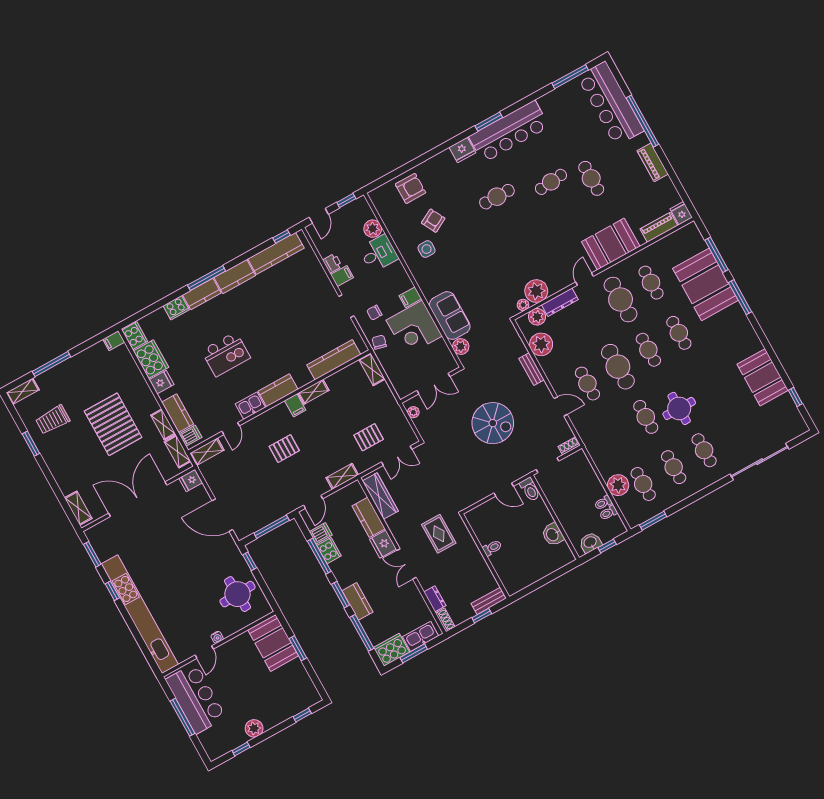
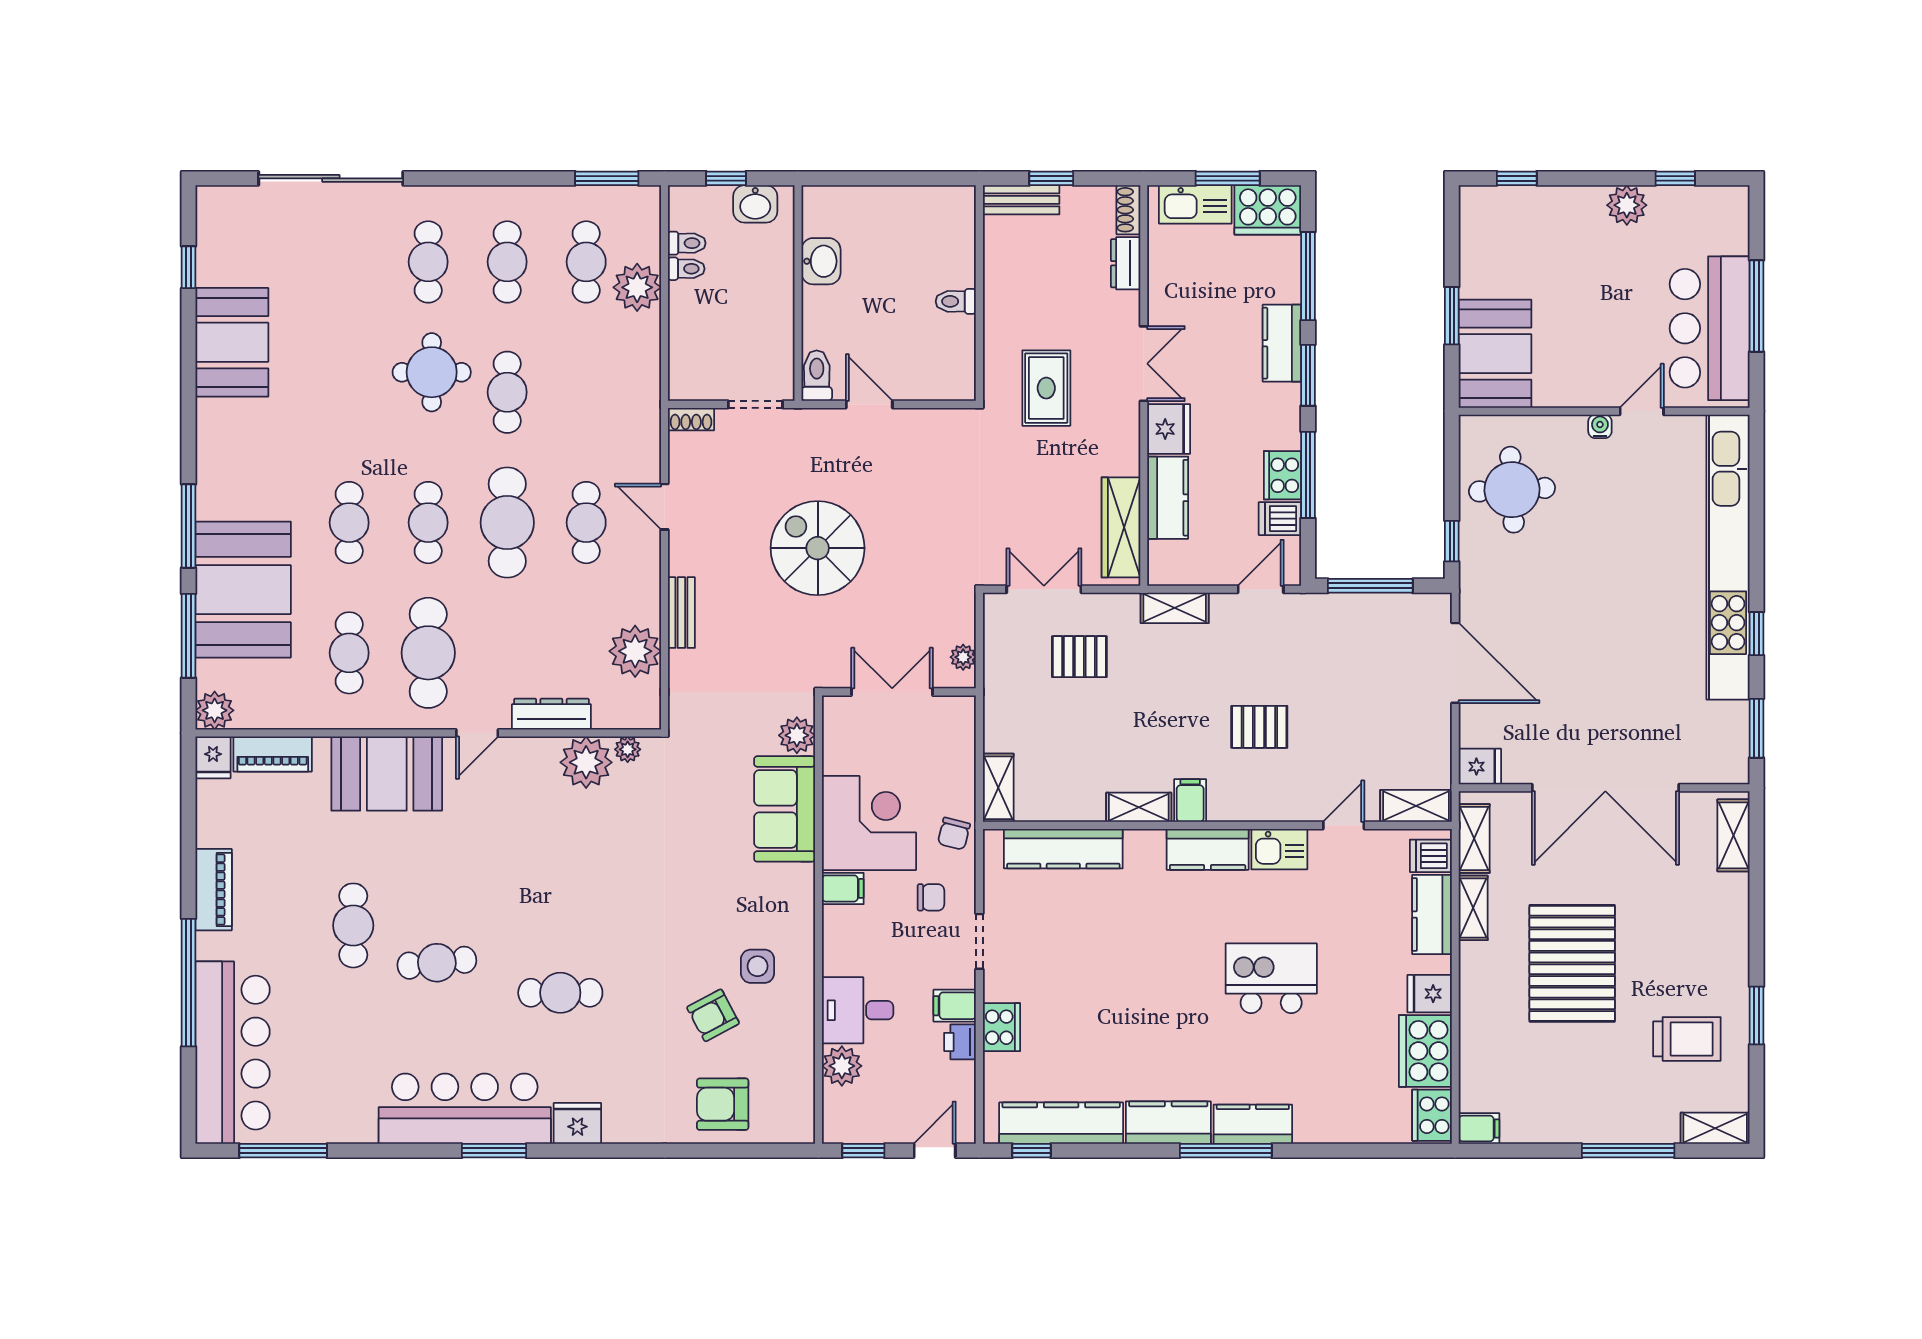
cooker: (176, 308) -> (1001, 1027), moved, turned 90
plant: (537, 317) -> (215, 710), moved

